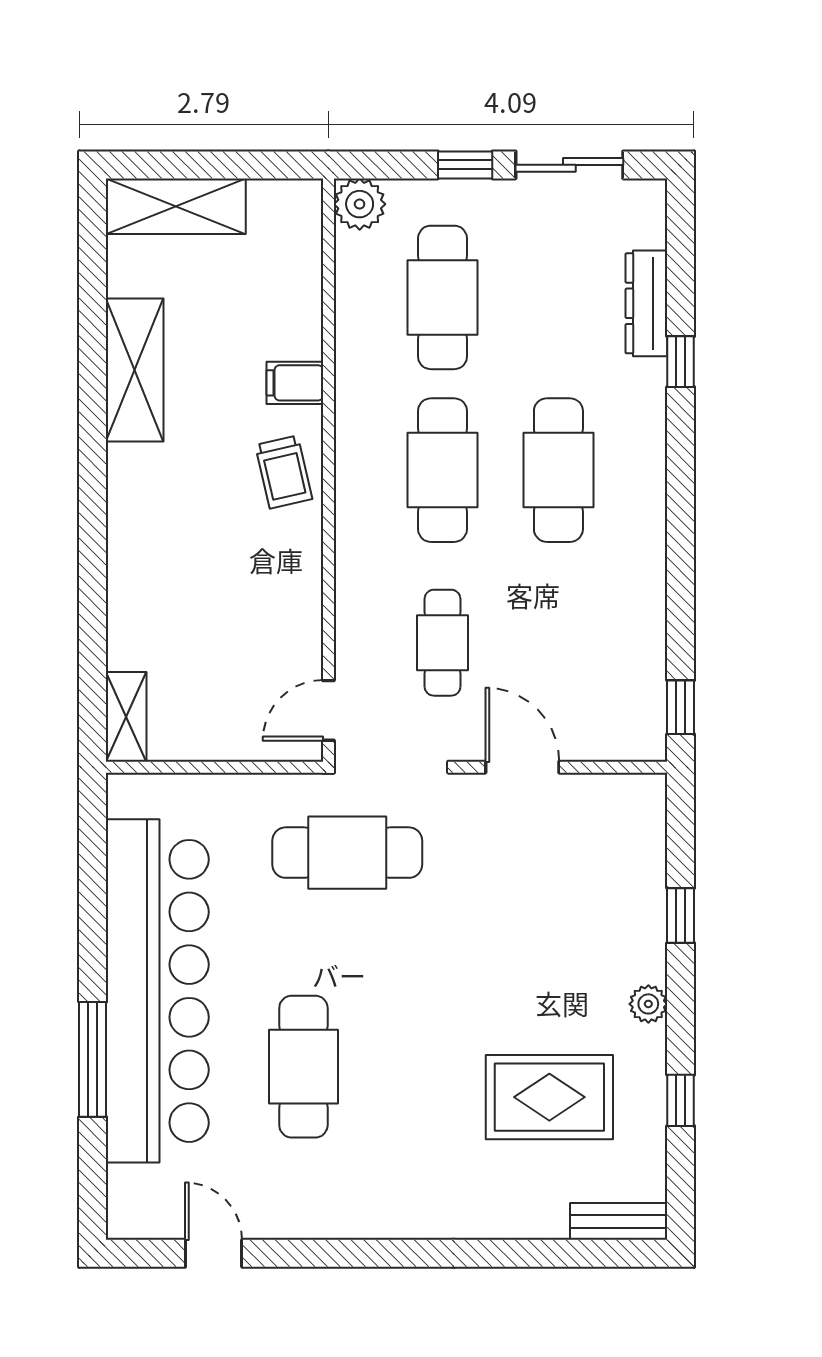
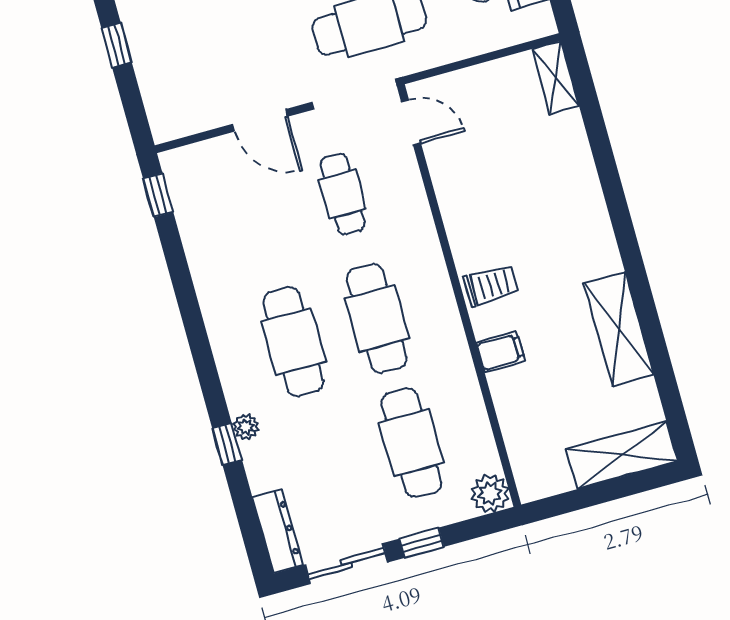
dresser: (646, 303) -> (278, 531), moved
plant: (650, 377) -> (246, 427), added
trolley: (284, 472) -> (491, 285), turned 103
door: (328, 710) -> (411, 122), hinge flipped

